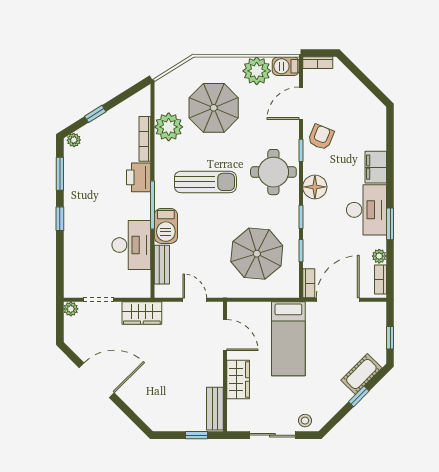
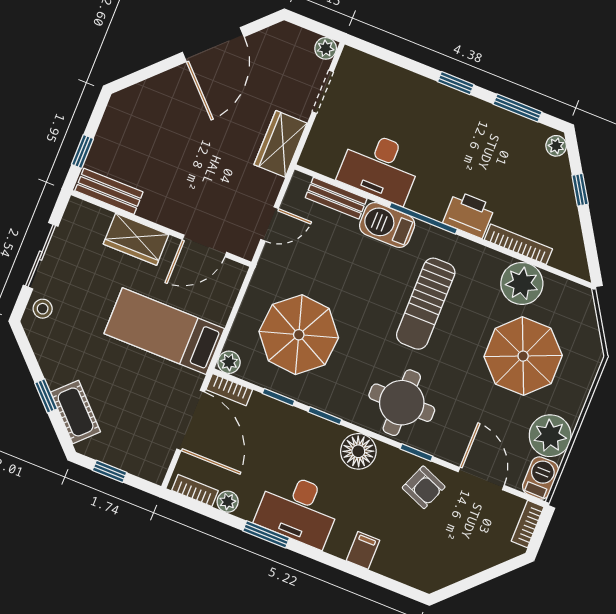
filing cabinet: (376, 167) -> (363, 550), width x0.50
plant: (292, 290) -> (229, 362), added

